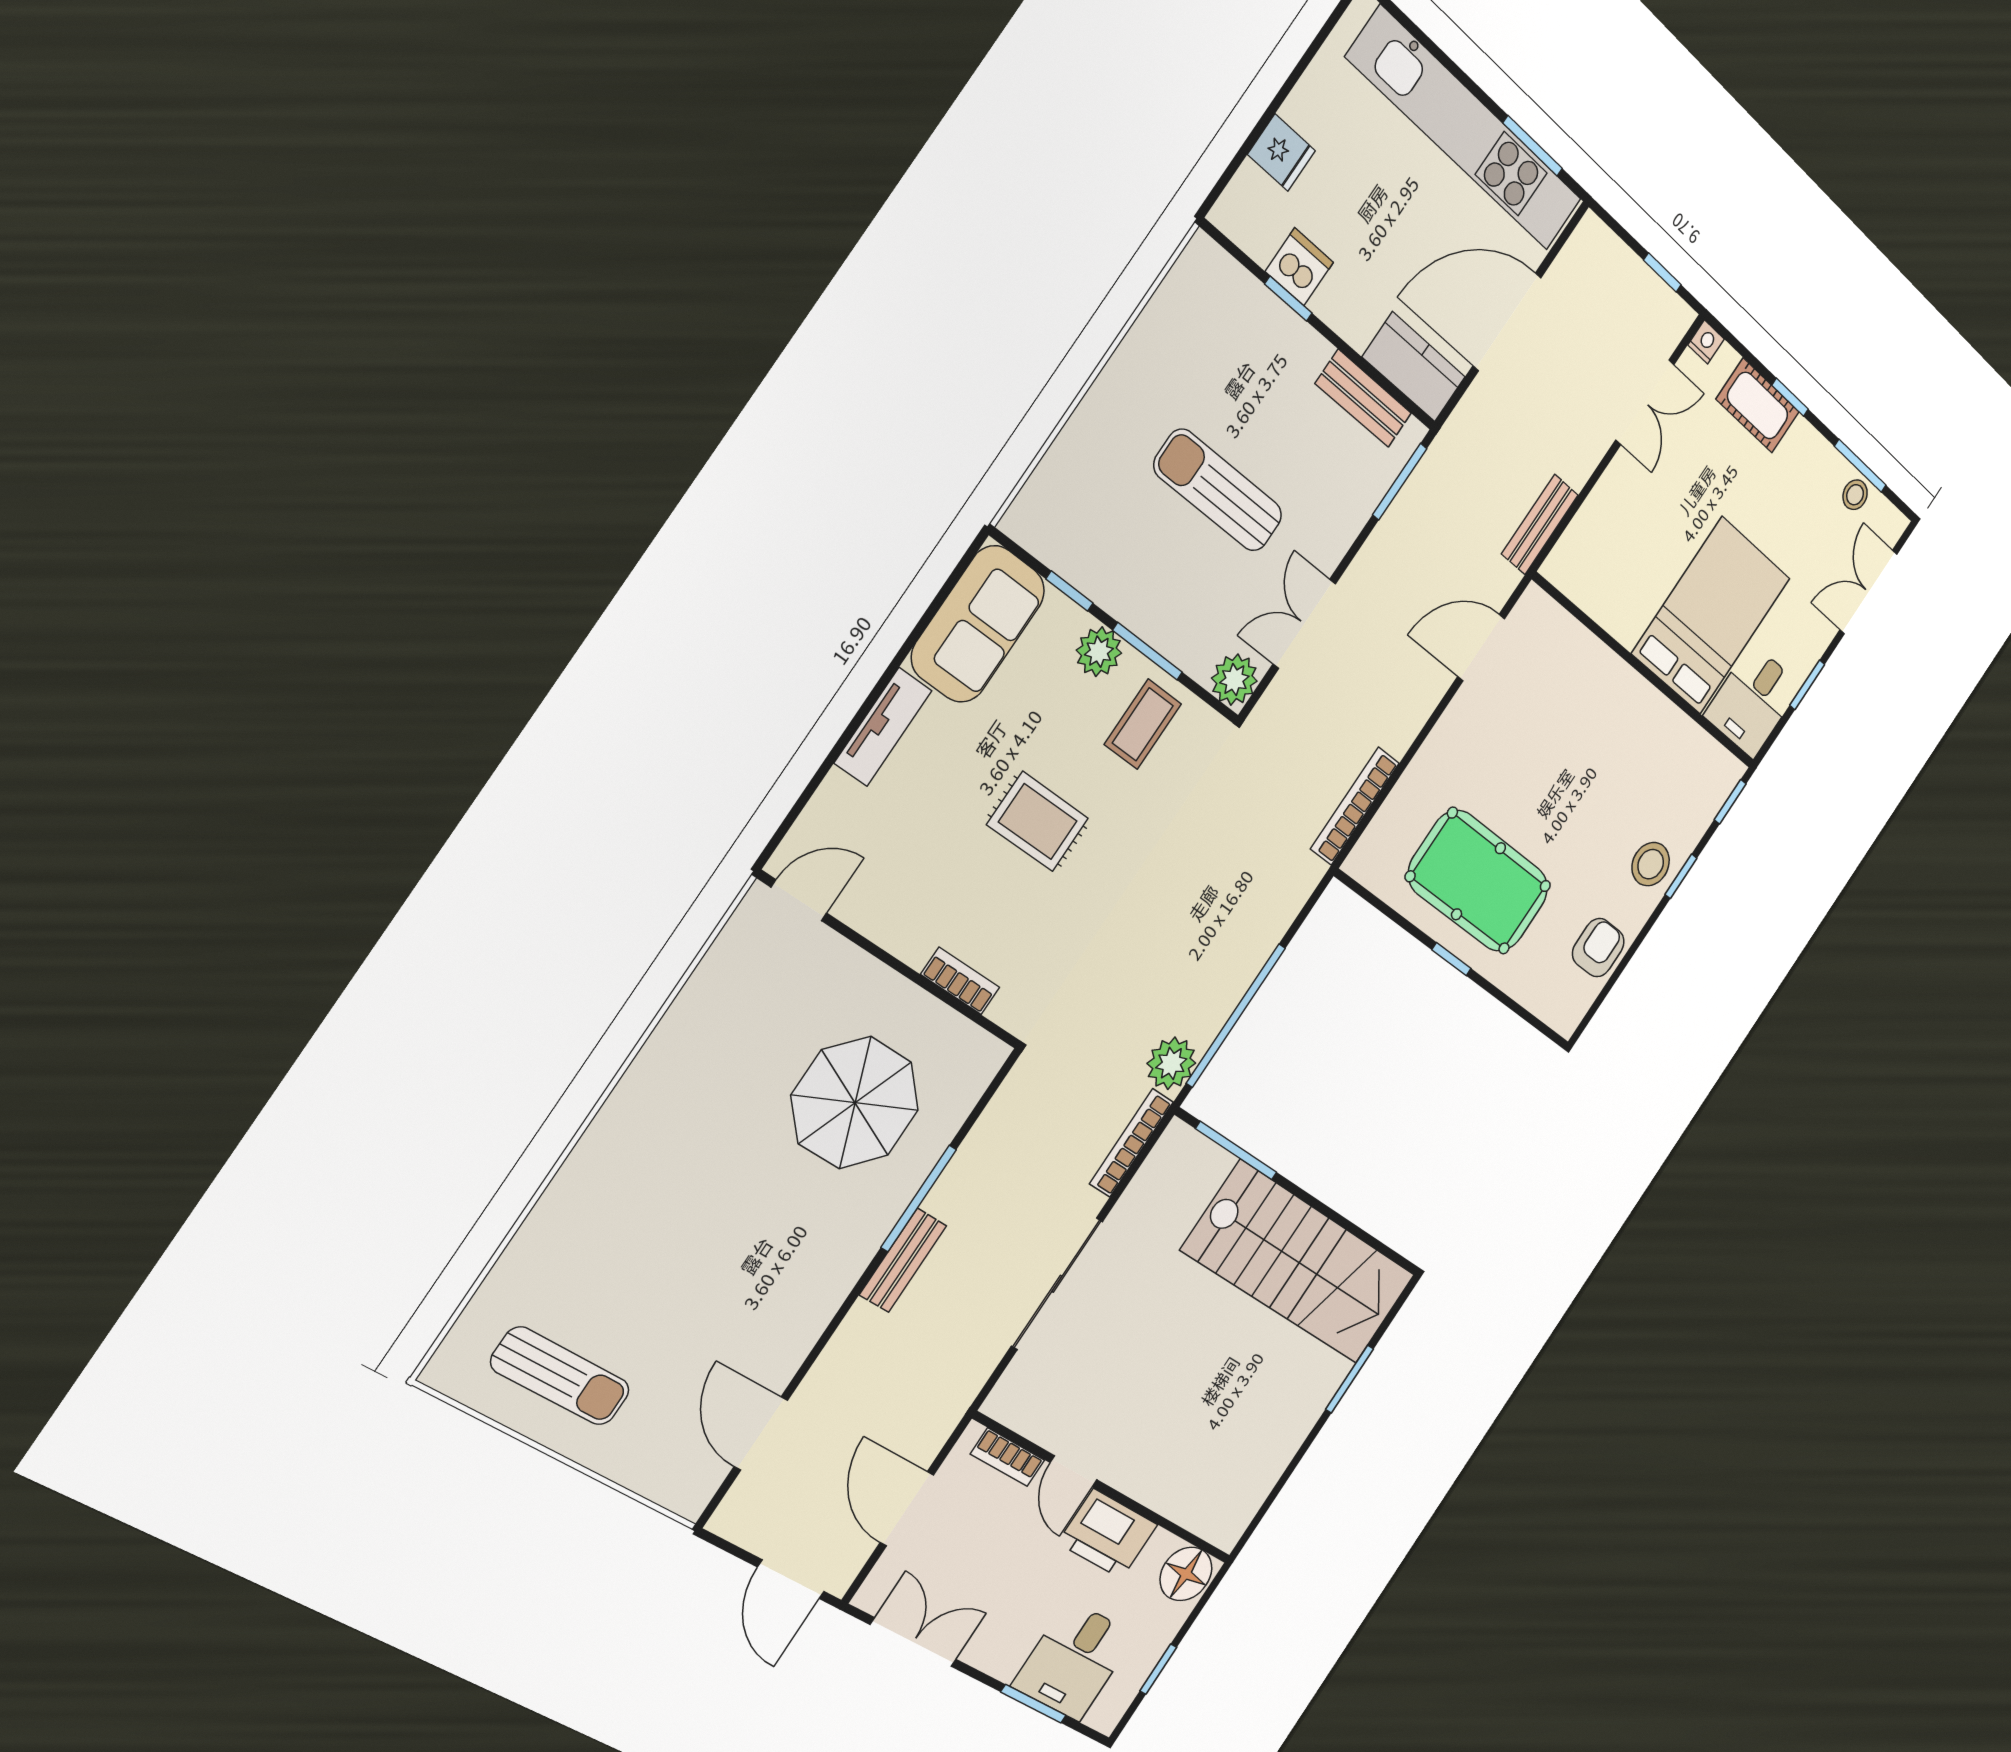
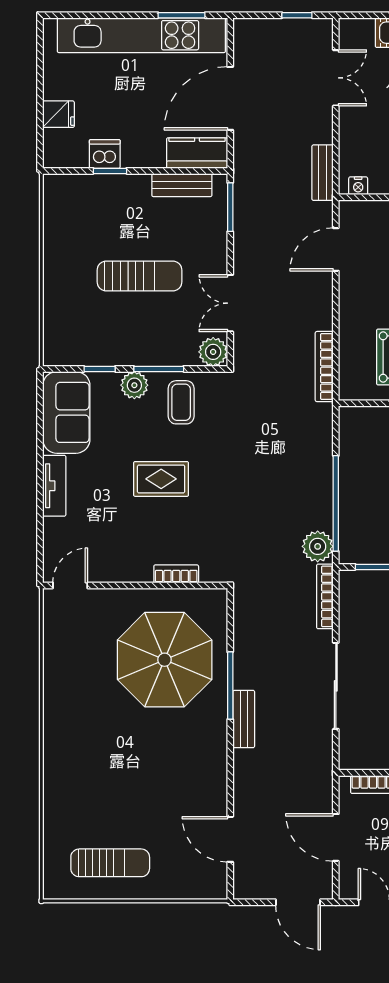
nightstand: (1706, 342) -> (358, 186), moved, turned 180
sun lounger: (1218, 490) -> (139, 276), turned 180
parasol: (855, 1103) -> (165, 660), width x1.36, depth x1.36

